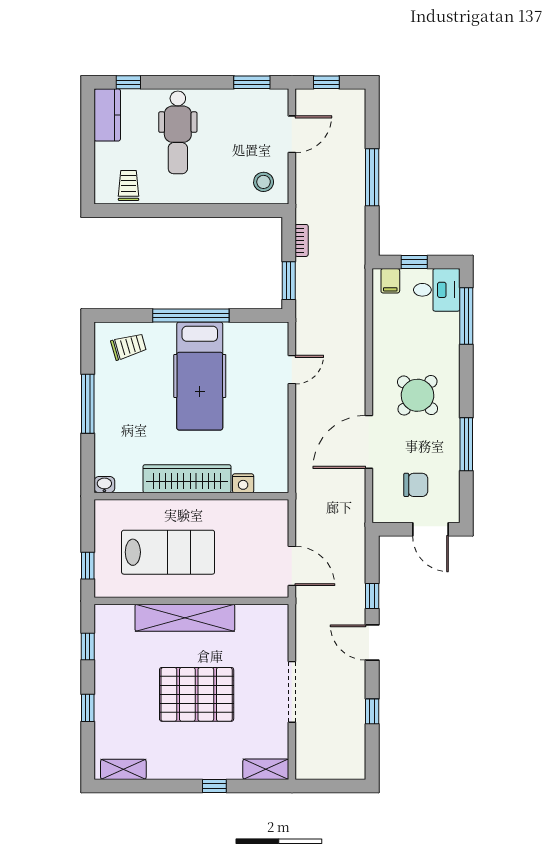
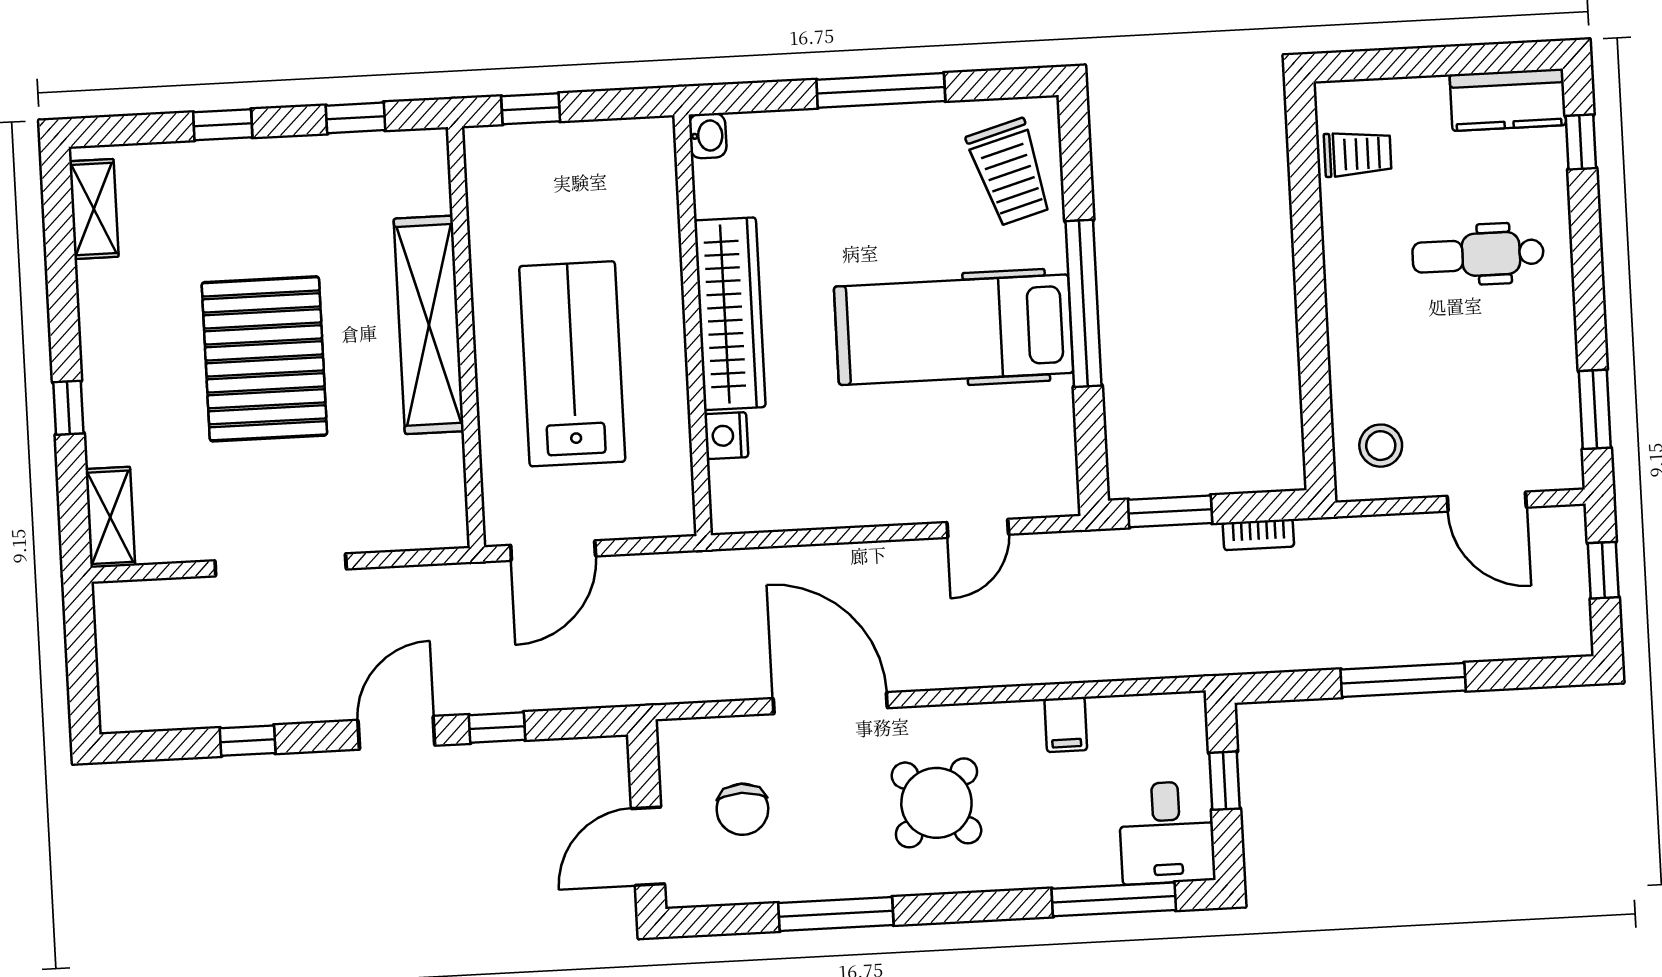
dental chair: (178, 132) -> (1478, 255), width x0.73, depth x0.72
filing cabinet: (390, 281) -> (1066, 724), moved, turned -90
trolley: (129, 346) -> (1010, 172), width x1.36, depth x1.39
door: (292, 370) -> (978, 528), hinge flipped
lab bench: (168, 552) -> (572, 364), moved, turned 180

